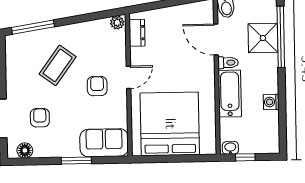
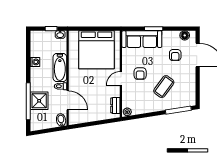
sofa: (104, 143) -> (142, 39), width x1.36

